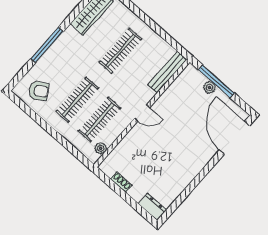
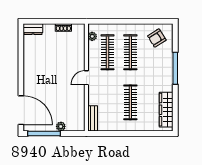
bench: (167, 72) -> (93, 118), width x0.73
window: (216, 81) -> (44, 133), moved

